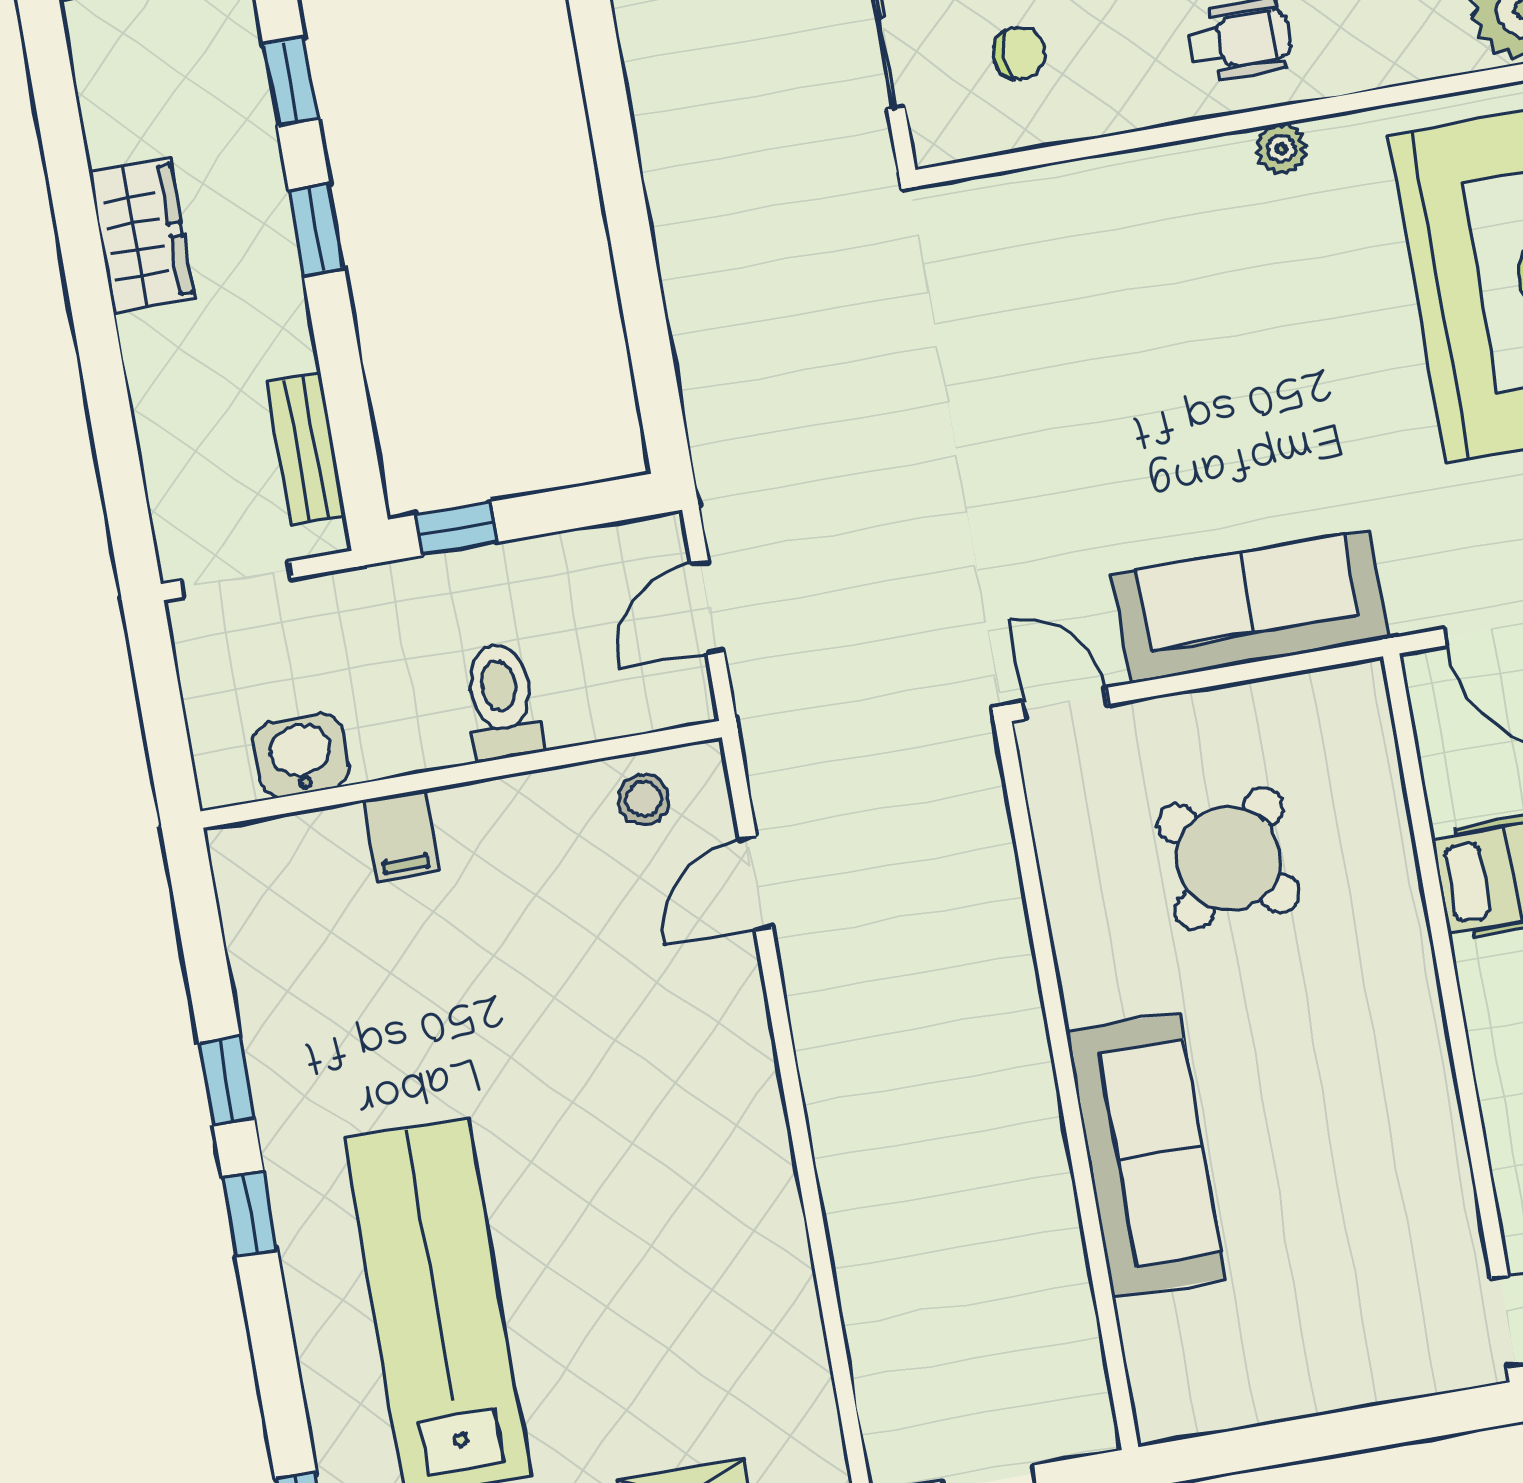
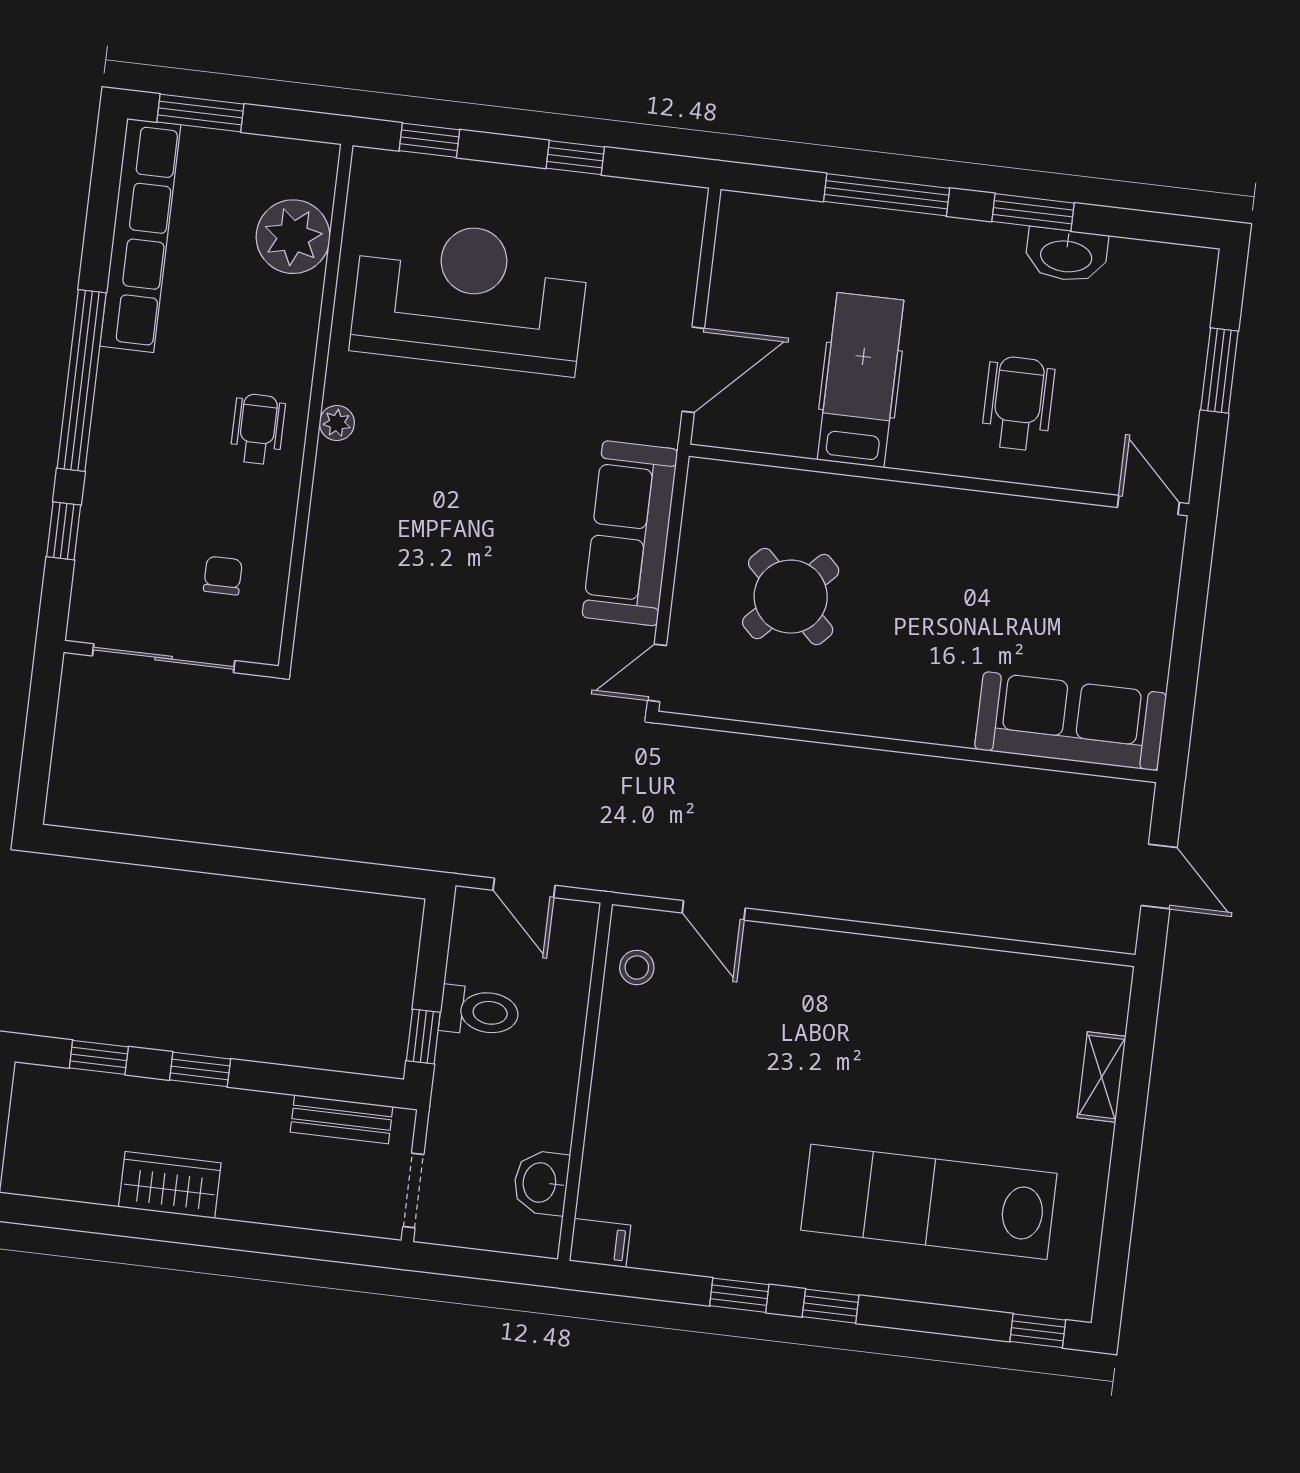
toilet: (502, 701) -> (479, 1012), moved, turned 180
filing cabinet: (401, 835) -> (600, 1243), moved
sofa: (1146, 1155) -> (1071, 721), moved

